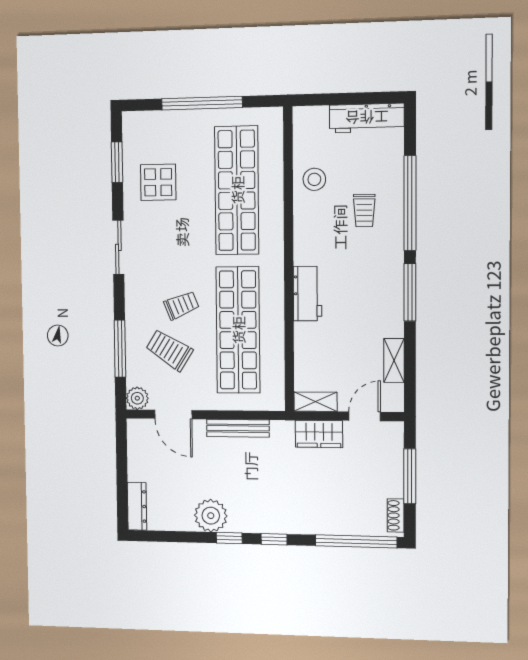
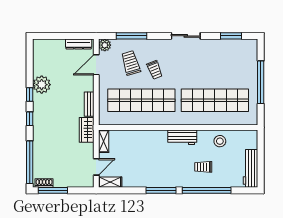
display table: (158, 182) -> (220, 58), removed
workbench: (307, 293) -> (182, 137), moved
trolley: (169, 350) -> (131, 63), turned -49
shelving: (394, 360) -> (110, 182), moved
door: (365, 416) -> (96, 167), hinge flipped
bench: (238, 428) -> (89, 104), width x0.73
wardrobe: (319, 434) -> (87, 130), moved
window: (410, 476) -> (53, 190), moved
dresser: (137, 506) -> (79, 44), moved

